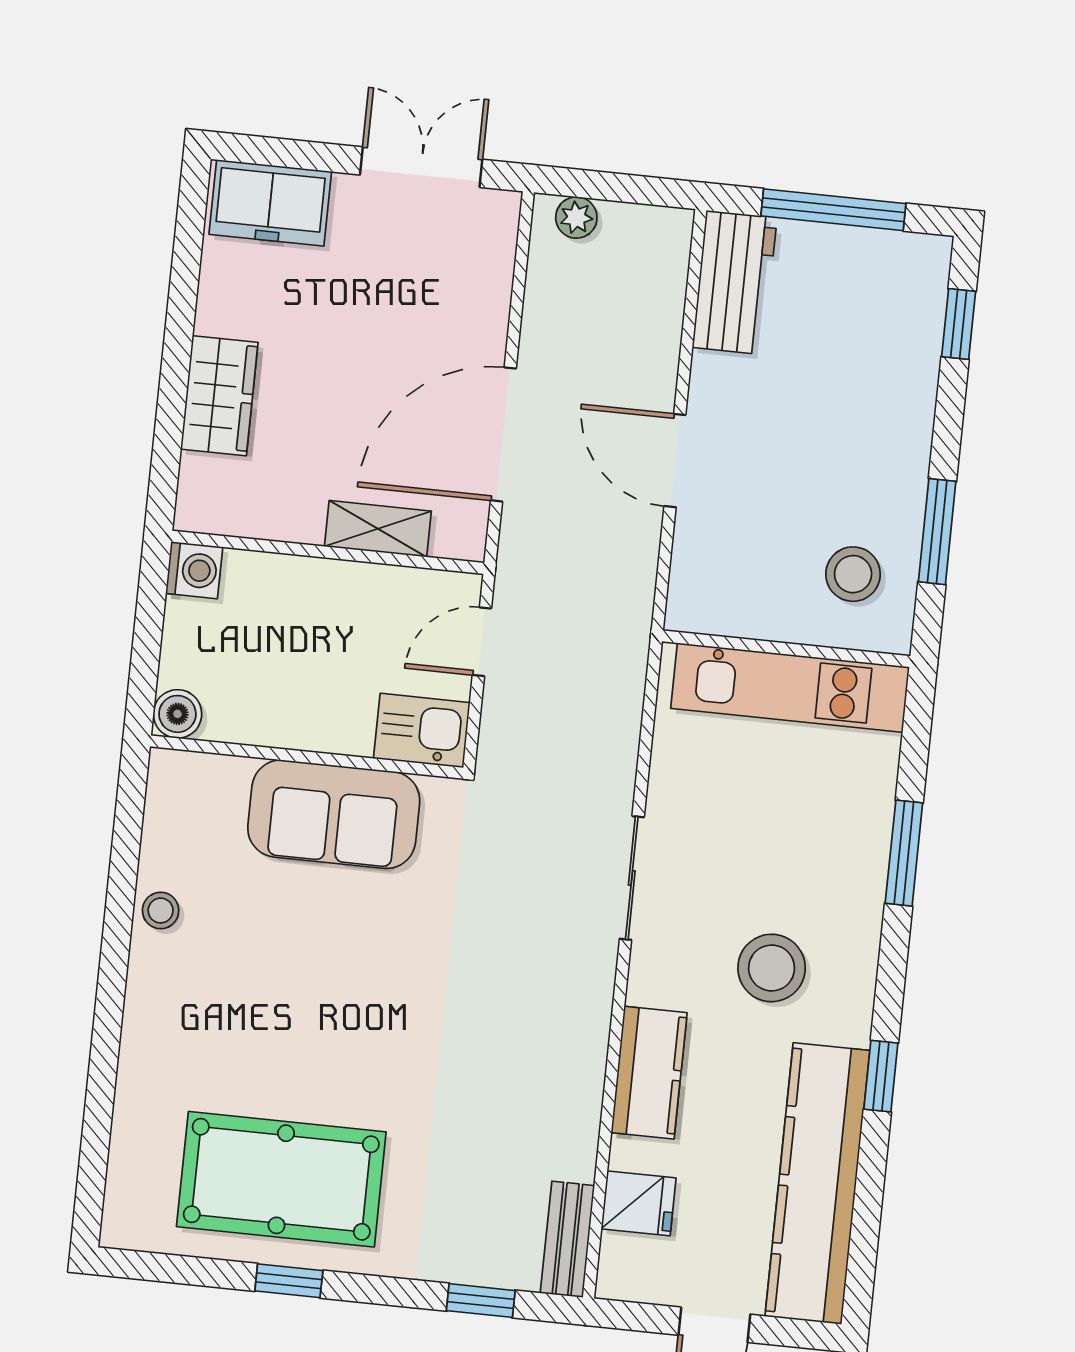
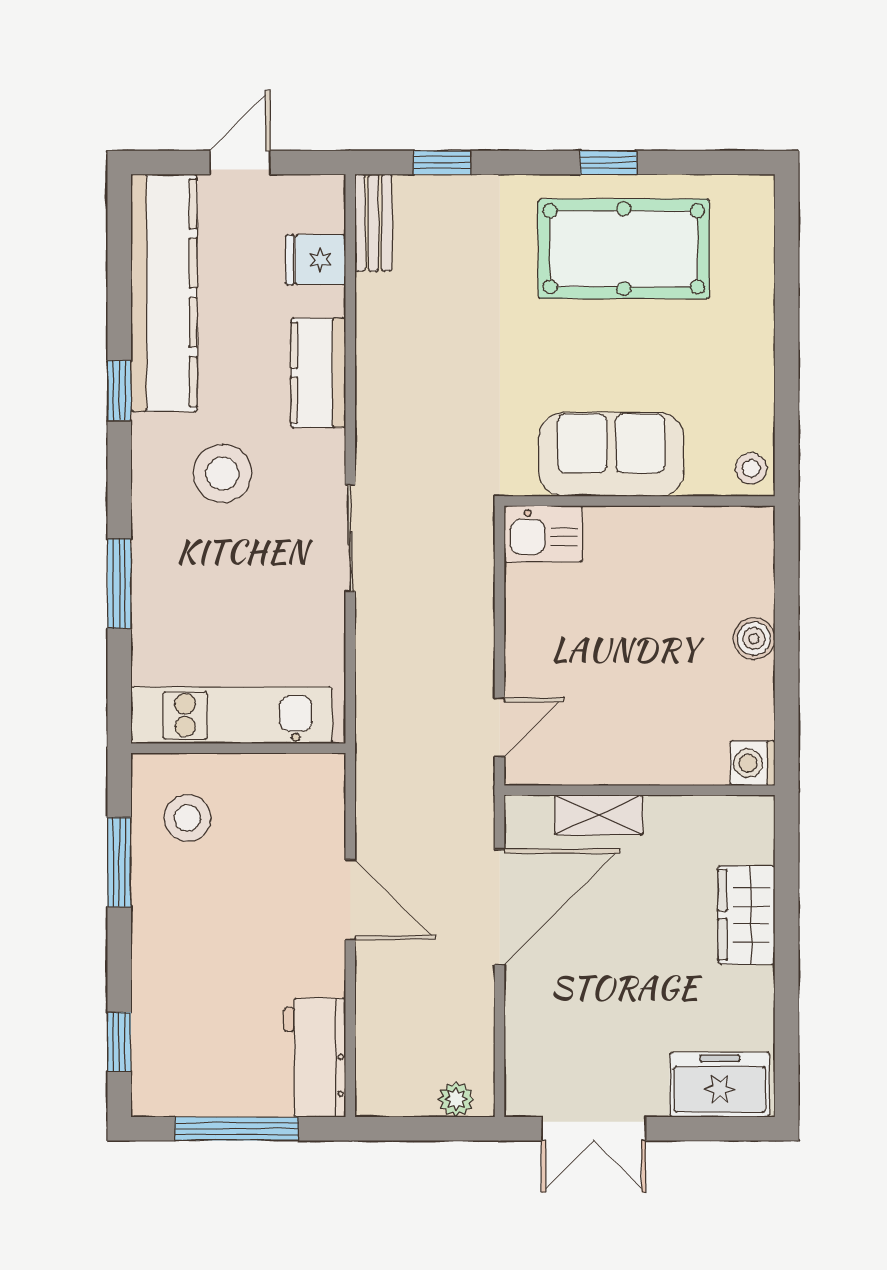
kitchen sink: (422, 731) -> (543, 534), moved
wall: (307, 757) -> (640, 501), moved
sofa: (334, 814) -> (611, 454), moved

